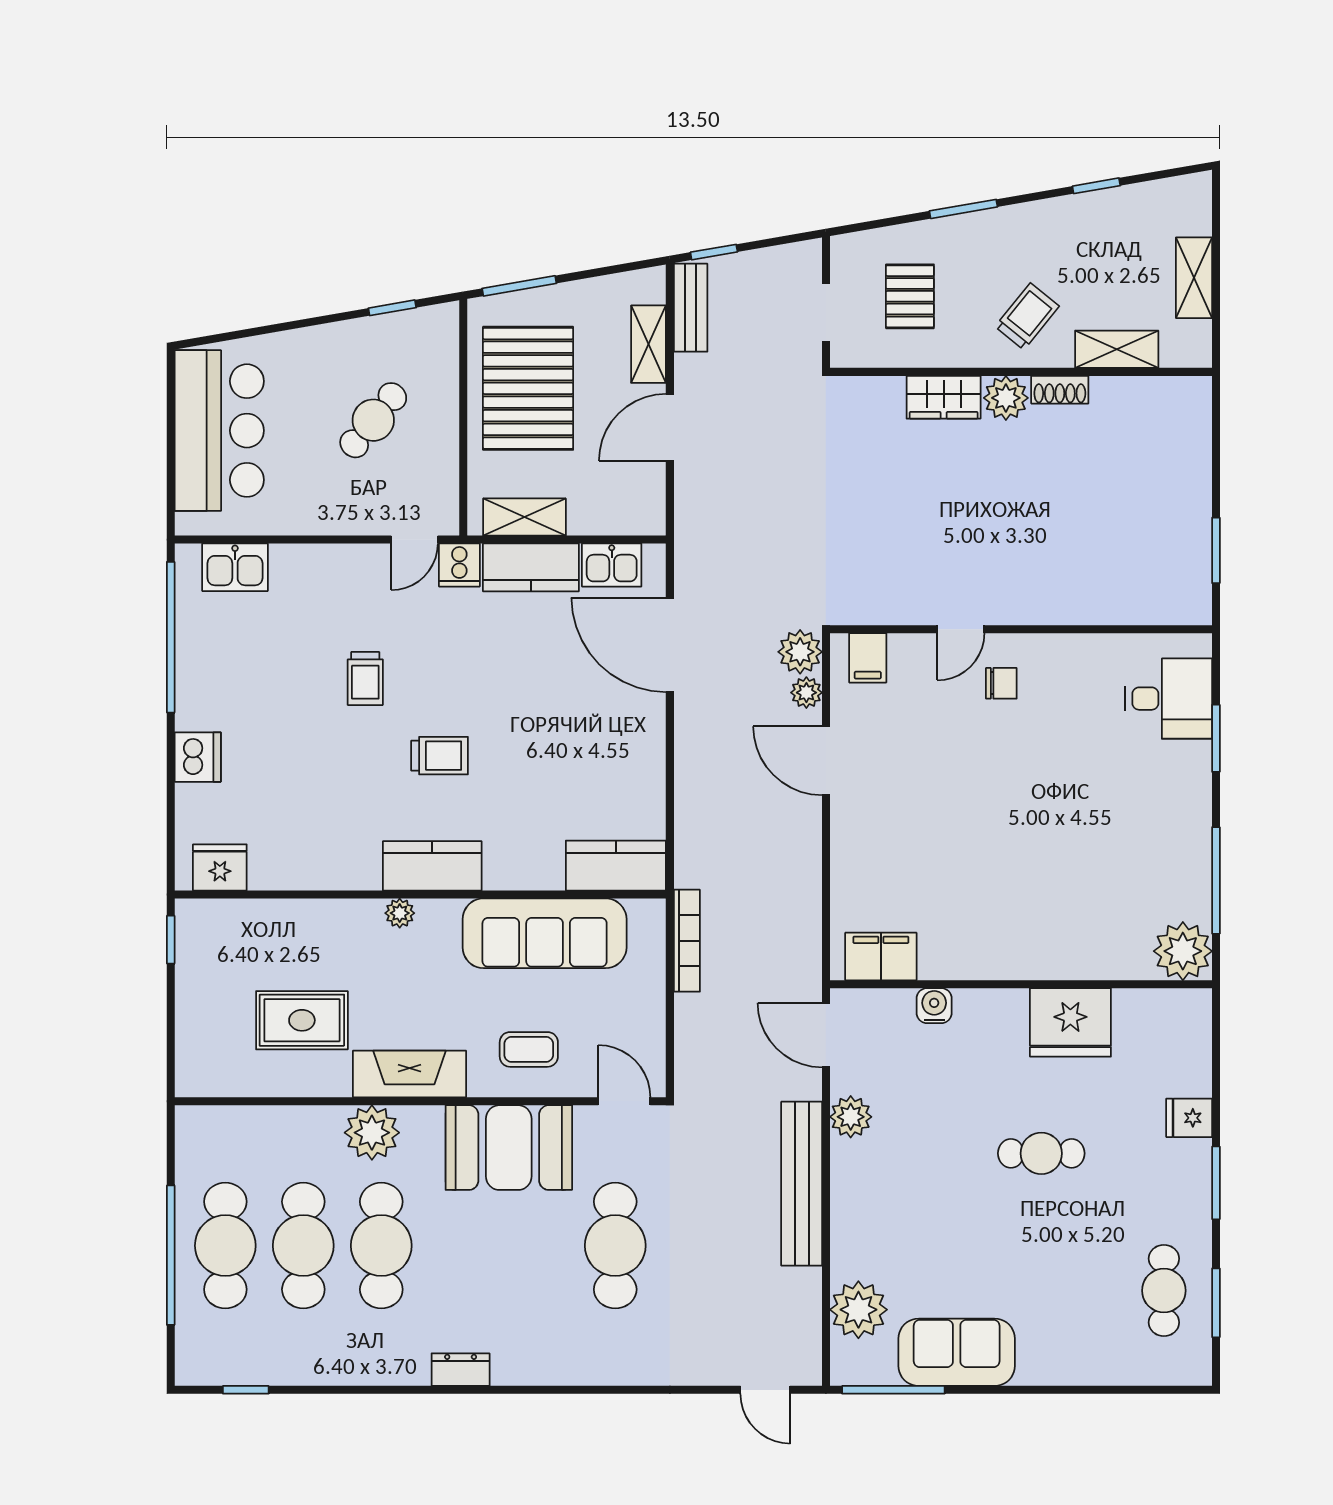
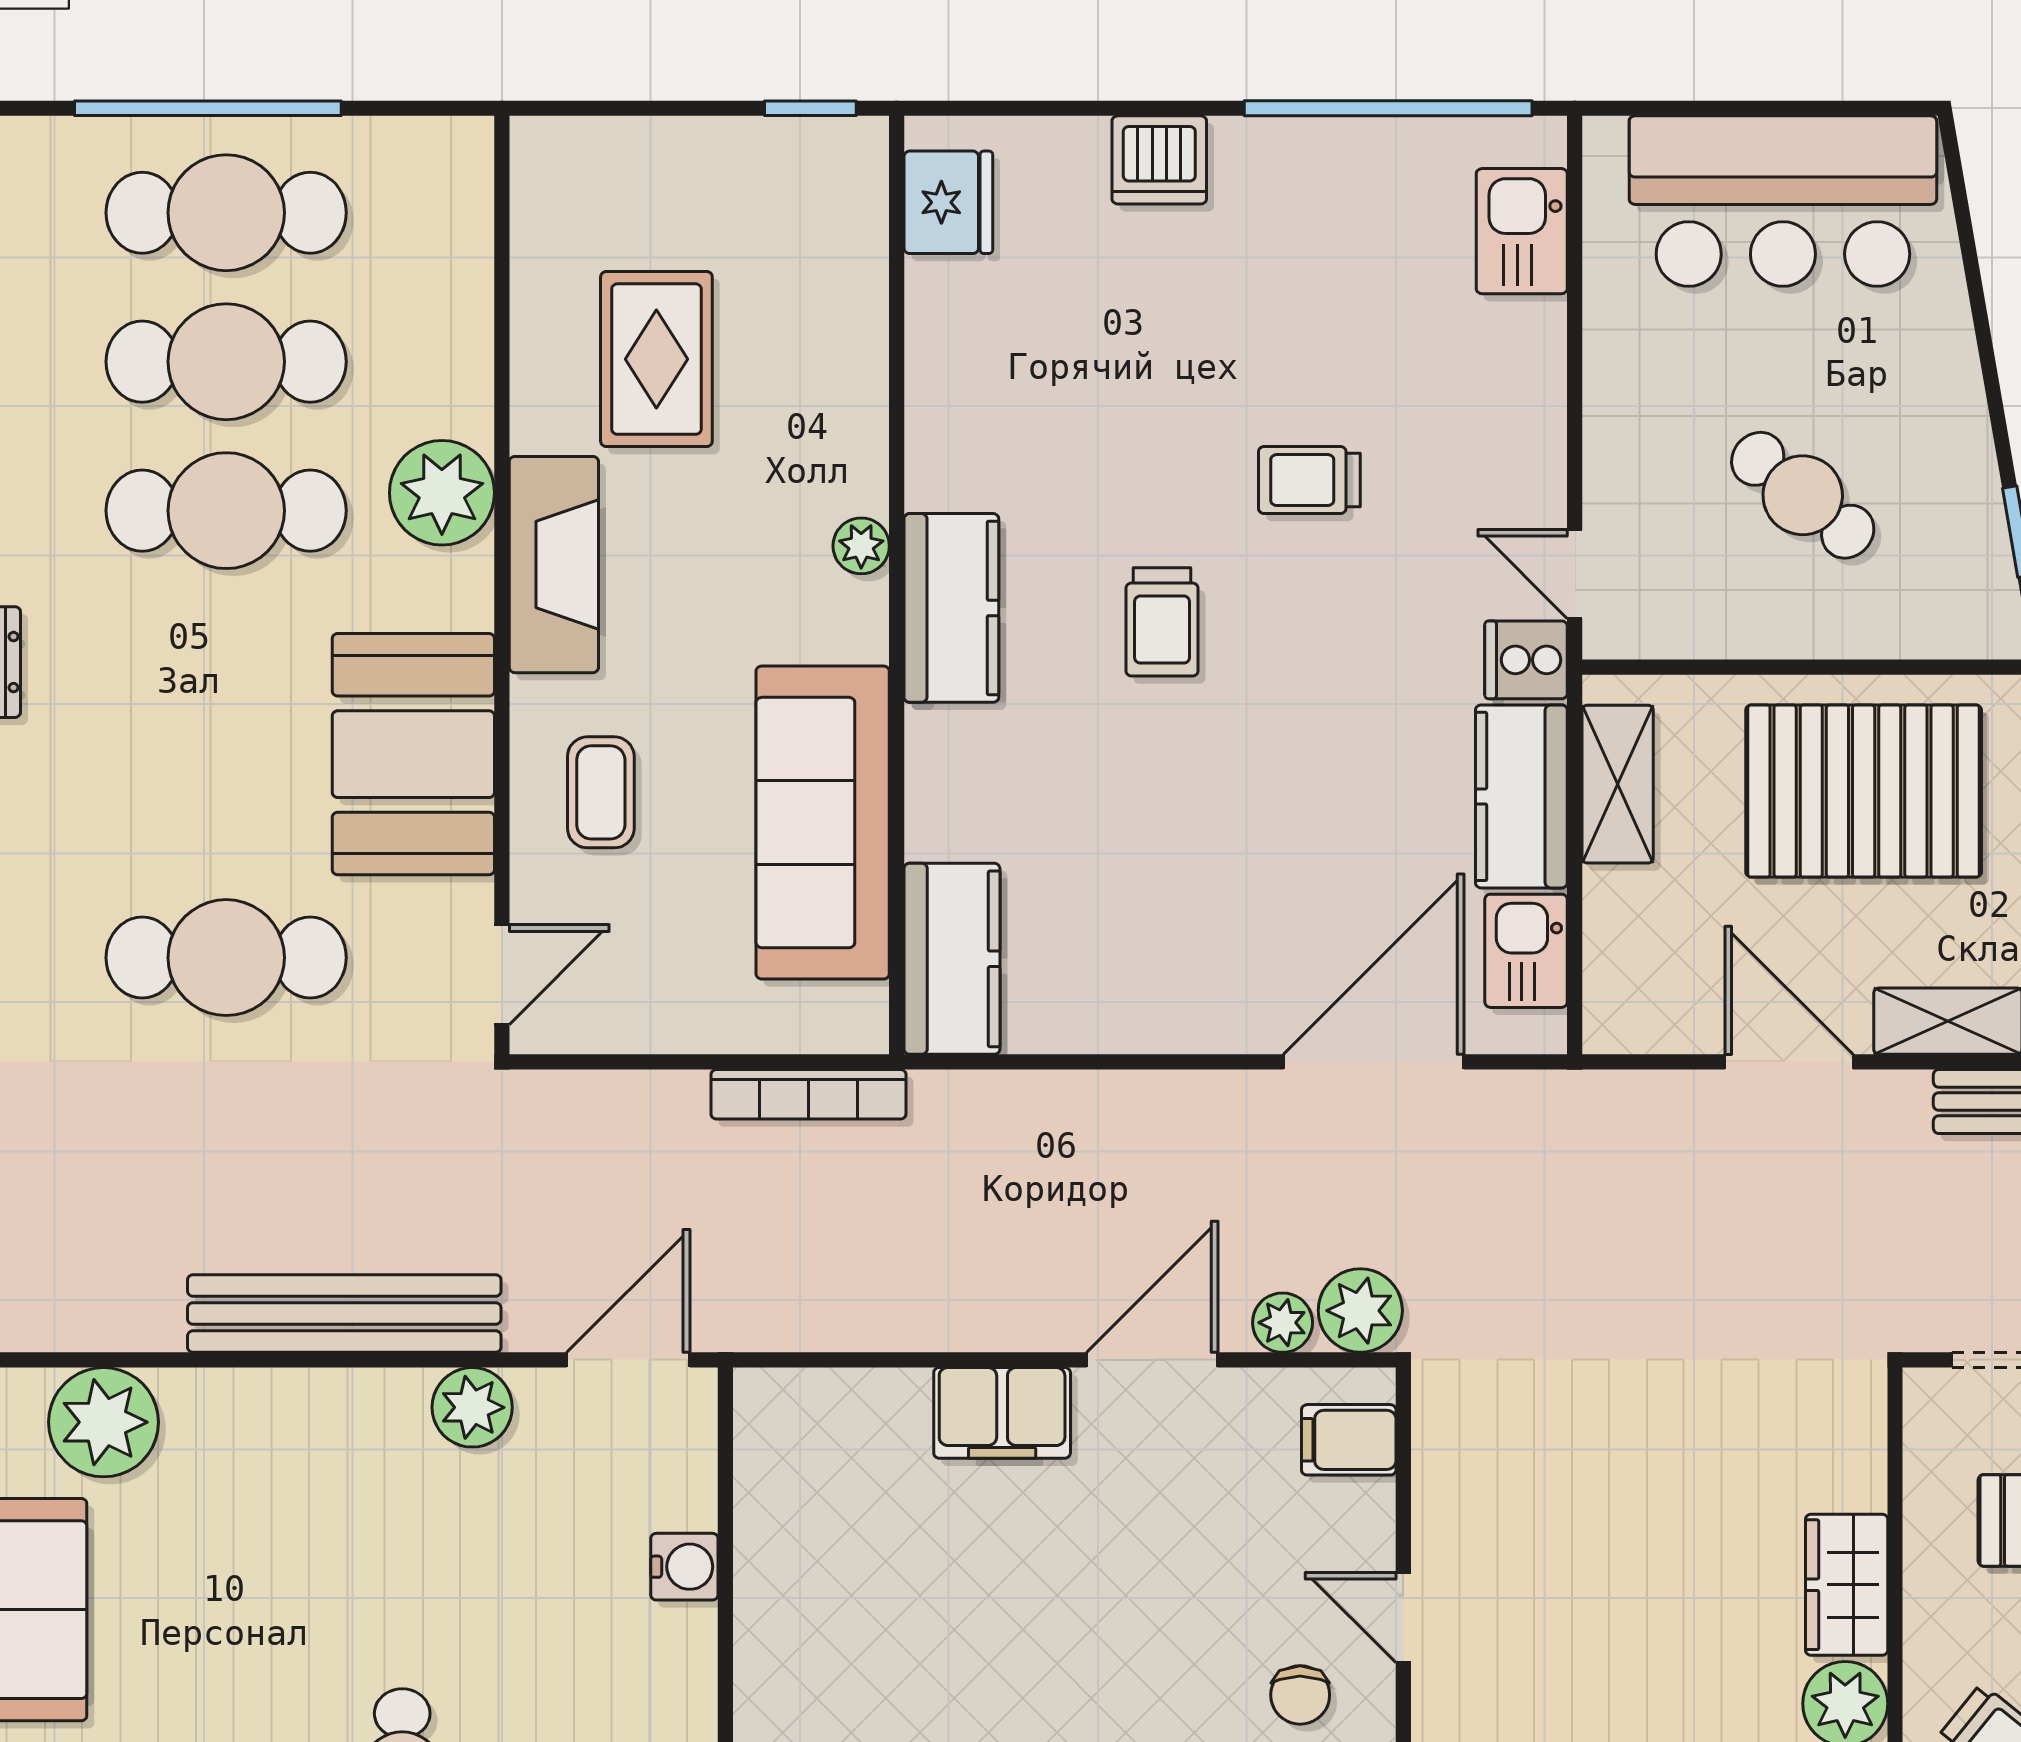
filing cabinet: (881, 957) -> (1002, 1413), moved, turned 90

